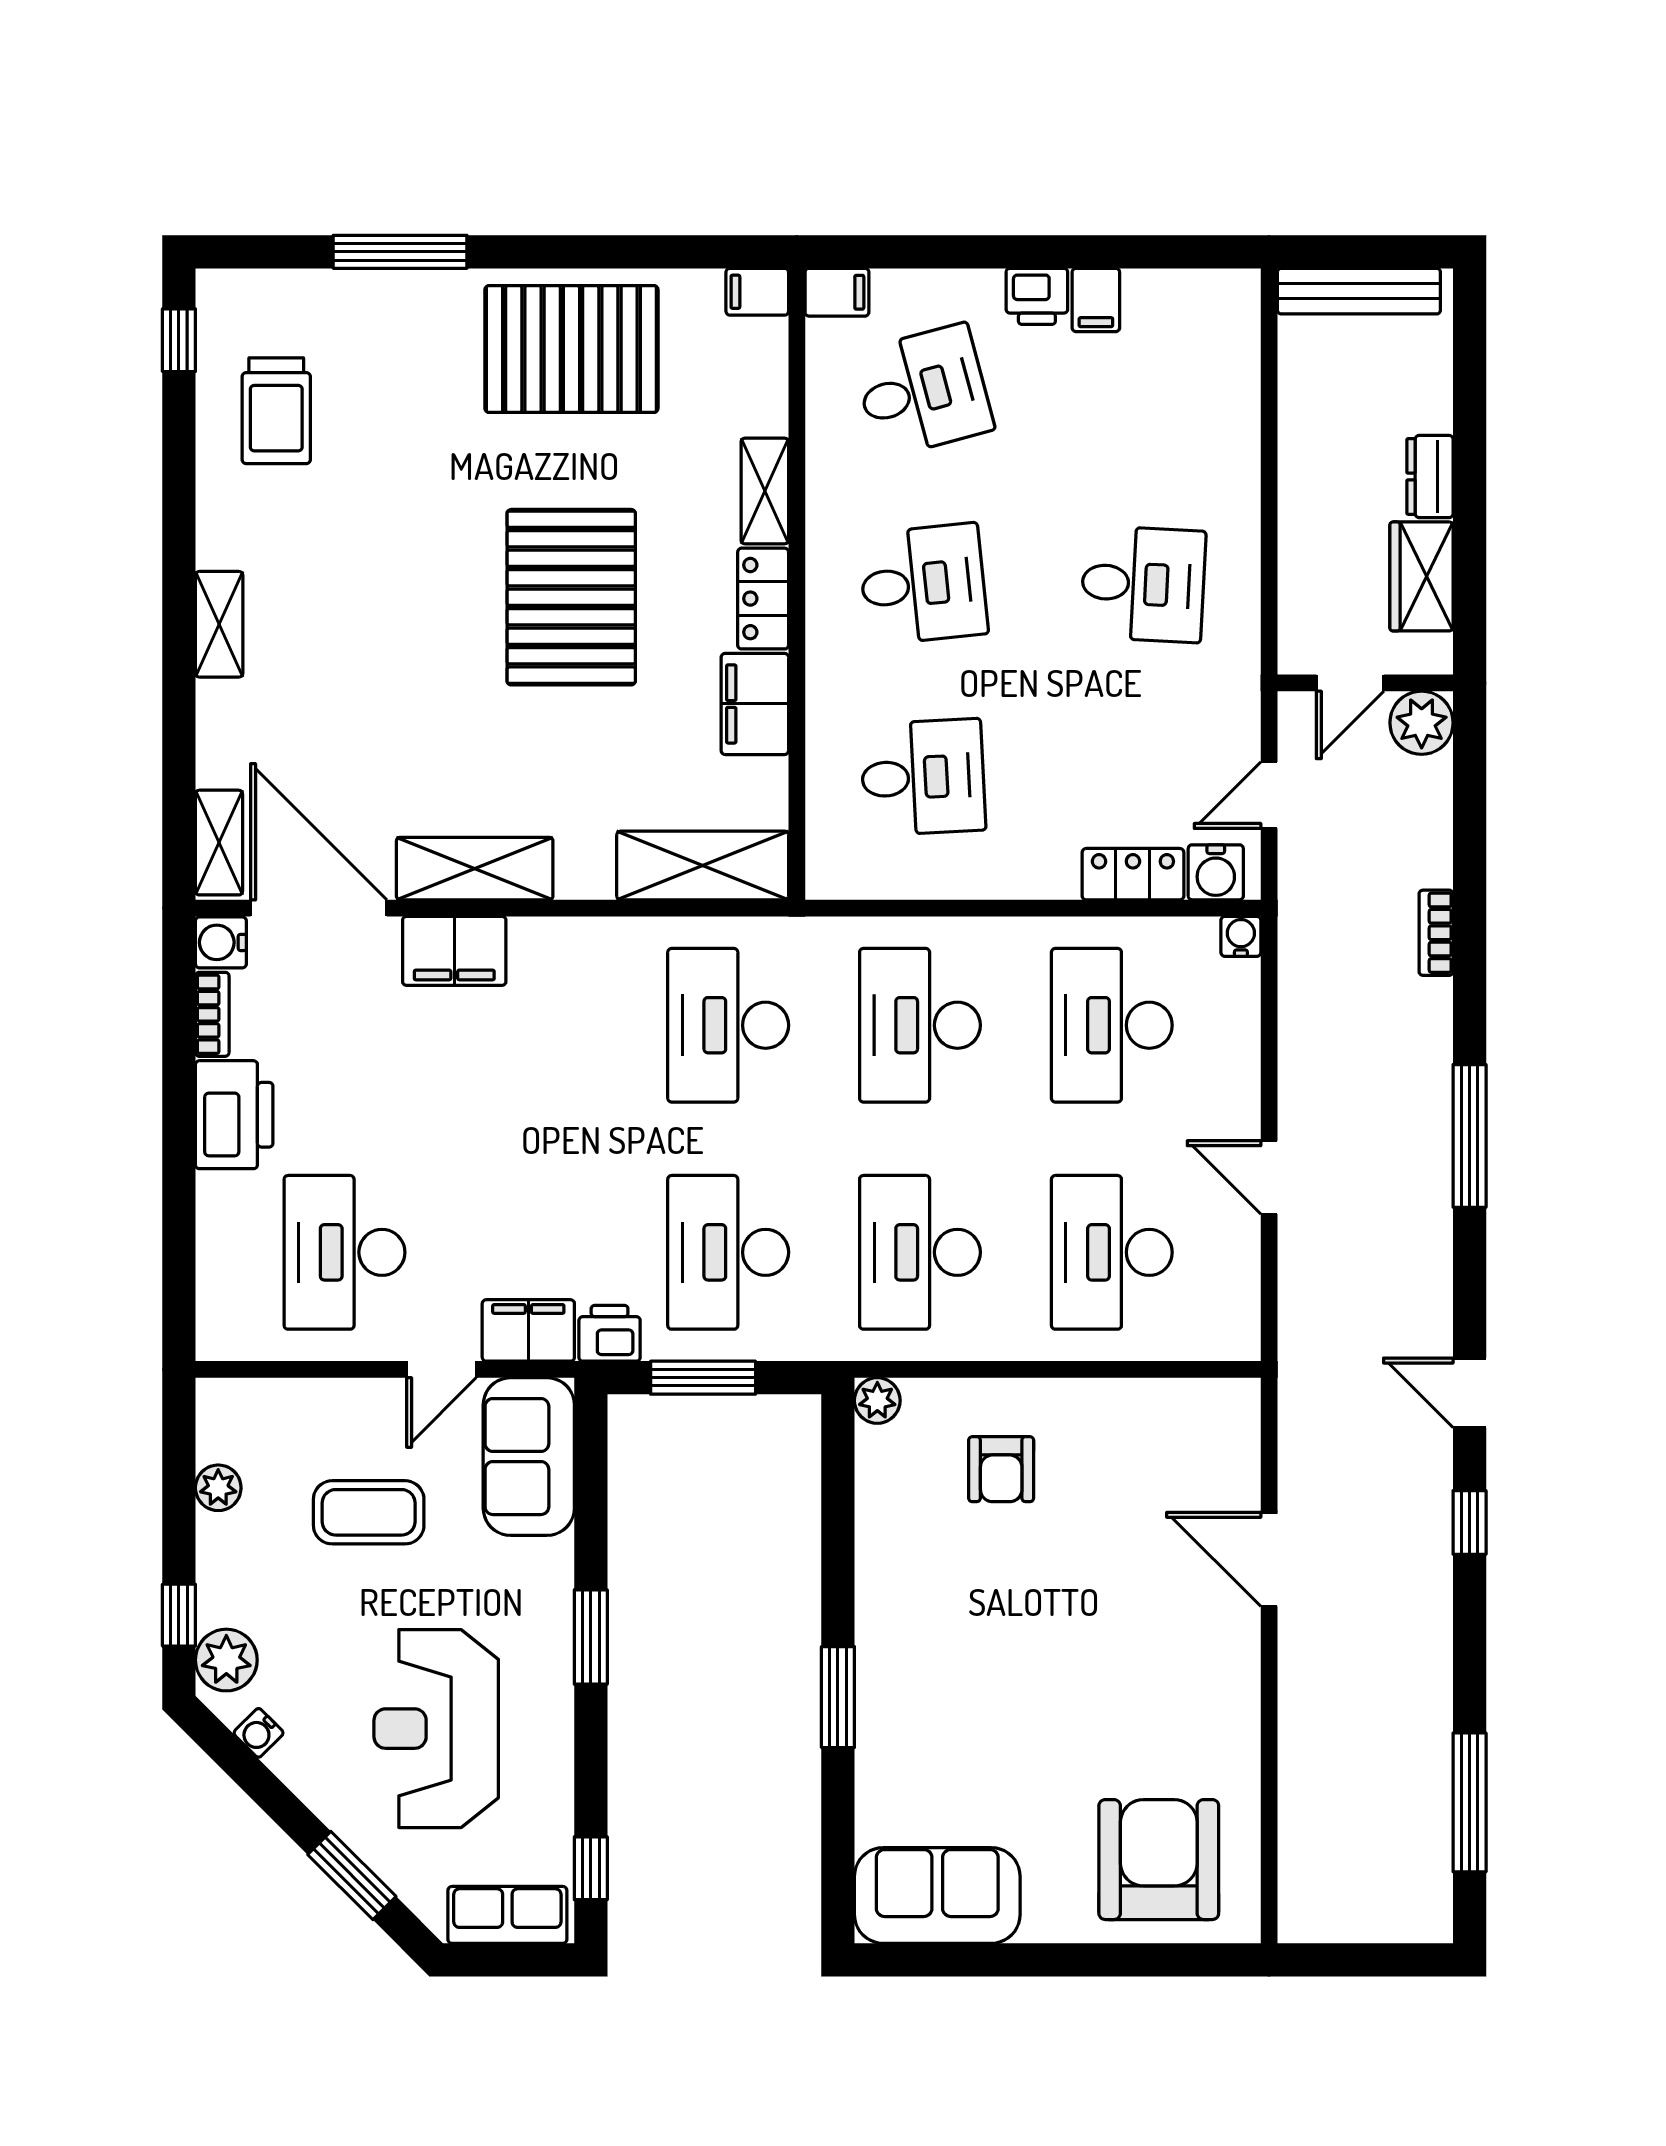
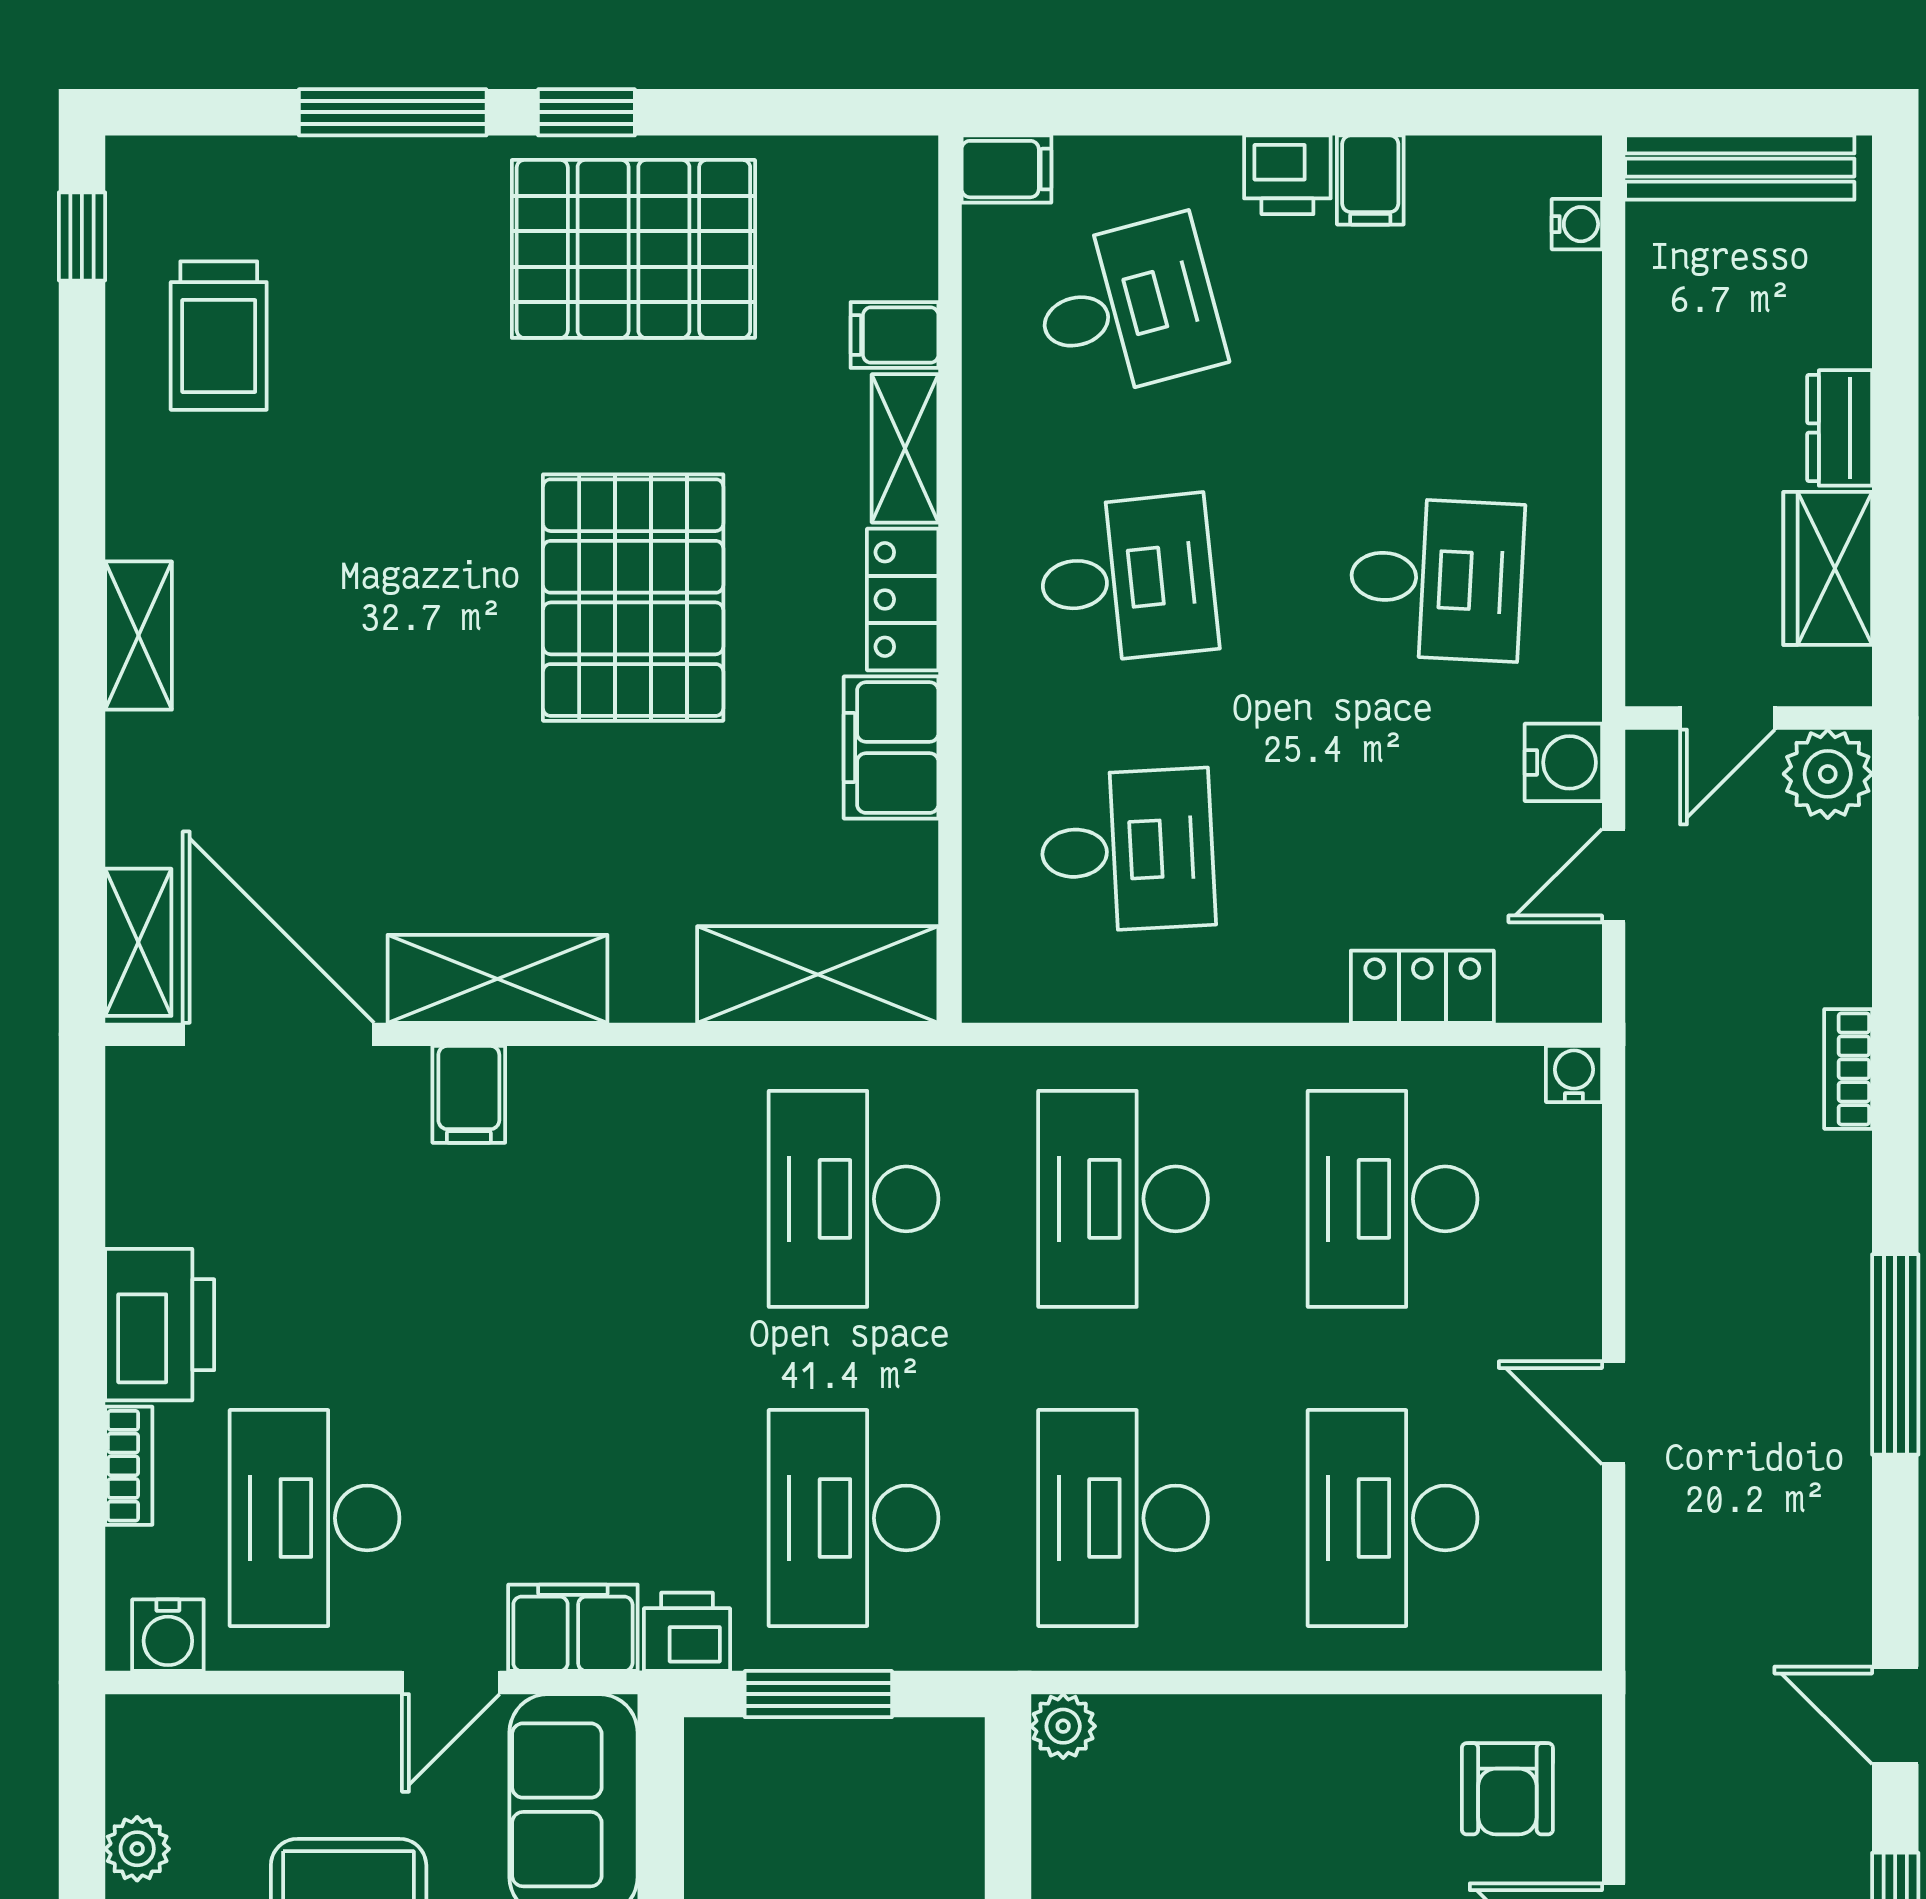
window: (538, 252) -> (586, 112), added
filing cabinet: (757, 292) -> (895, 335), moved
water cooler: (1243, 331) -> (1577, 224), added
water cooler: (1216, 872) -> (1563, 762), moved, turned -90
water cooler: (221, 942) -> (168, 1635), moved, turned -90
filing cabinet: (454, 951) -> (469, 1094), width x0.50
bookcase: (212, 1014) -> (129, 1466), moved
armchair: (1001, 1469) -> (1507, 1789), moved

